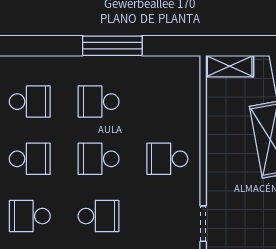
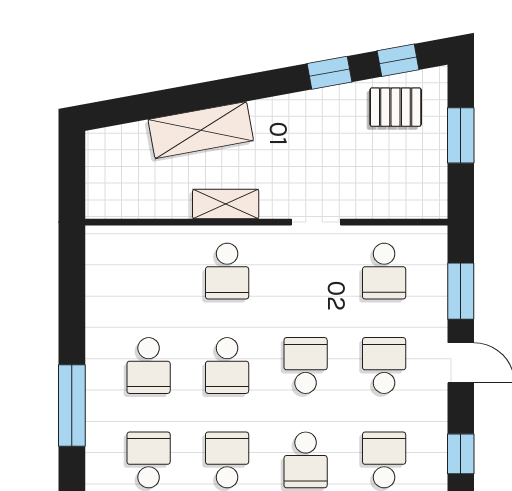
window: (112, 46) -> (72, 406), moved
shelving: (230, 66) -> (226, 204), moved, turned 90

